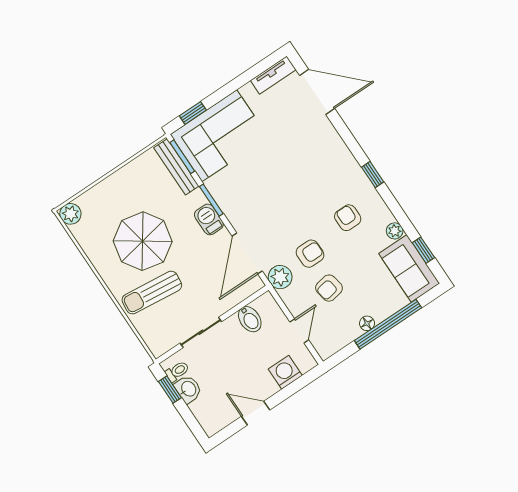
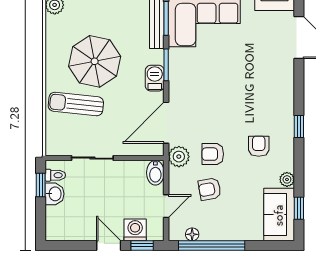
armchair: (310, 254) -> (213, 154), turned 180
bidet: (250, 319) -> (155, 173), moved
floor lamp: (367, 323) -> (192, 234), moved
window: (388, 324) -> (212, 245), moved
window: (302, 382) -> (142, 245), added
door: (256, 413) -> (109, 245), moved

